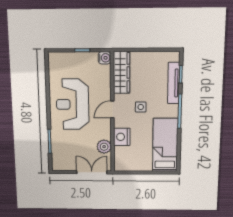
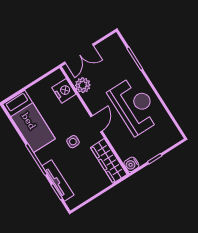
nightstand: (122, 137) -> (64, 91), moved

